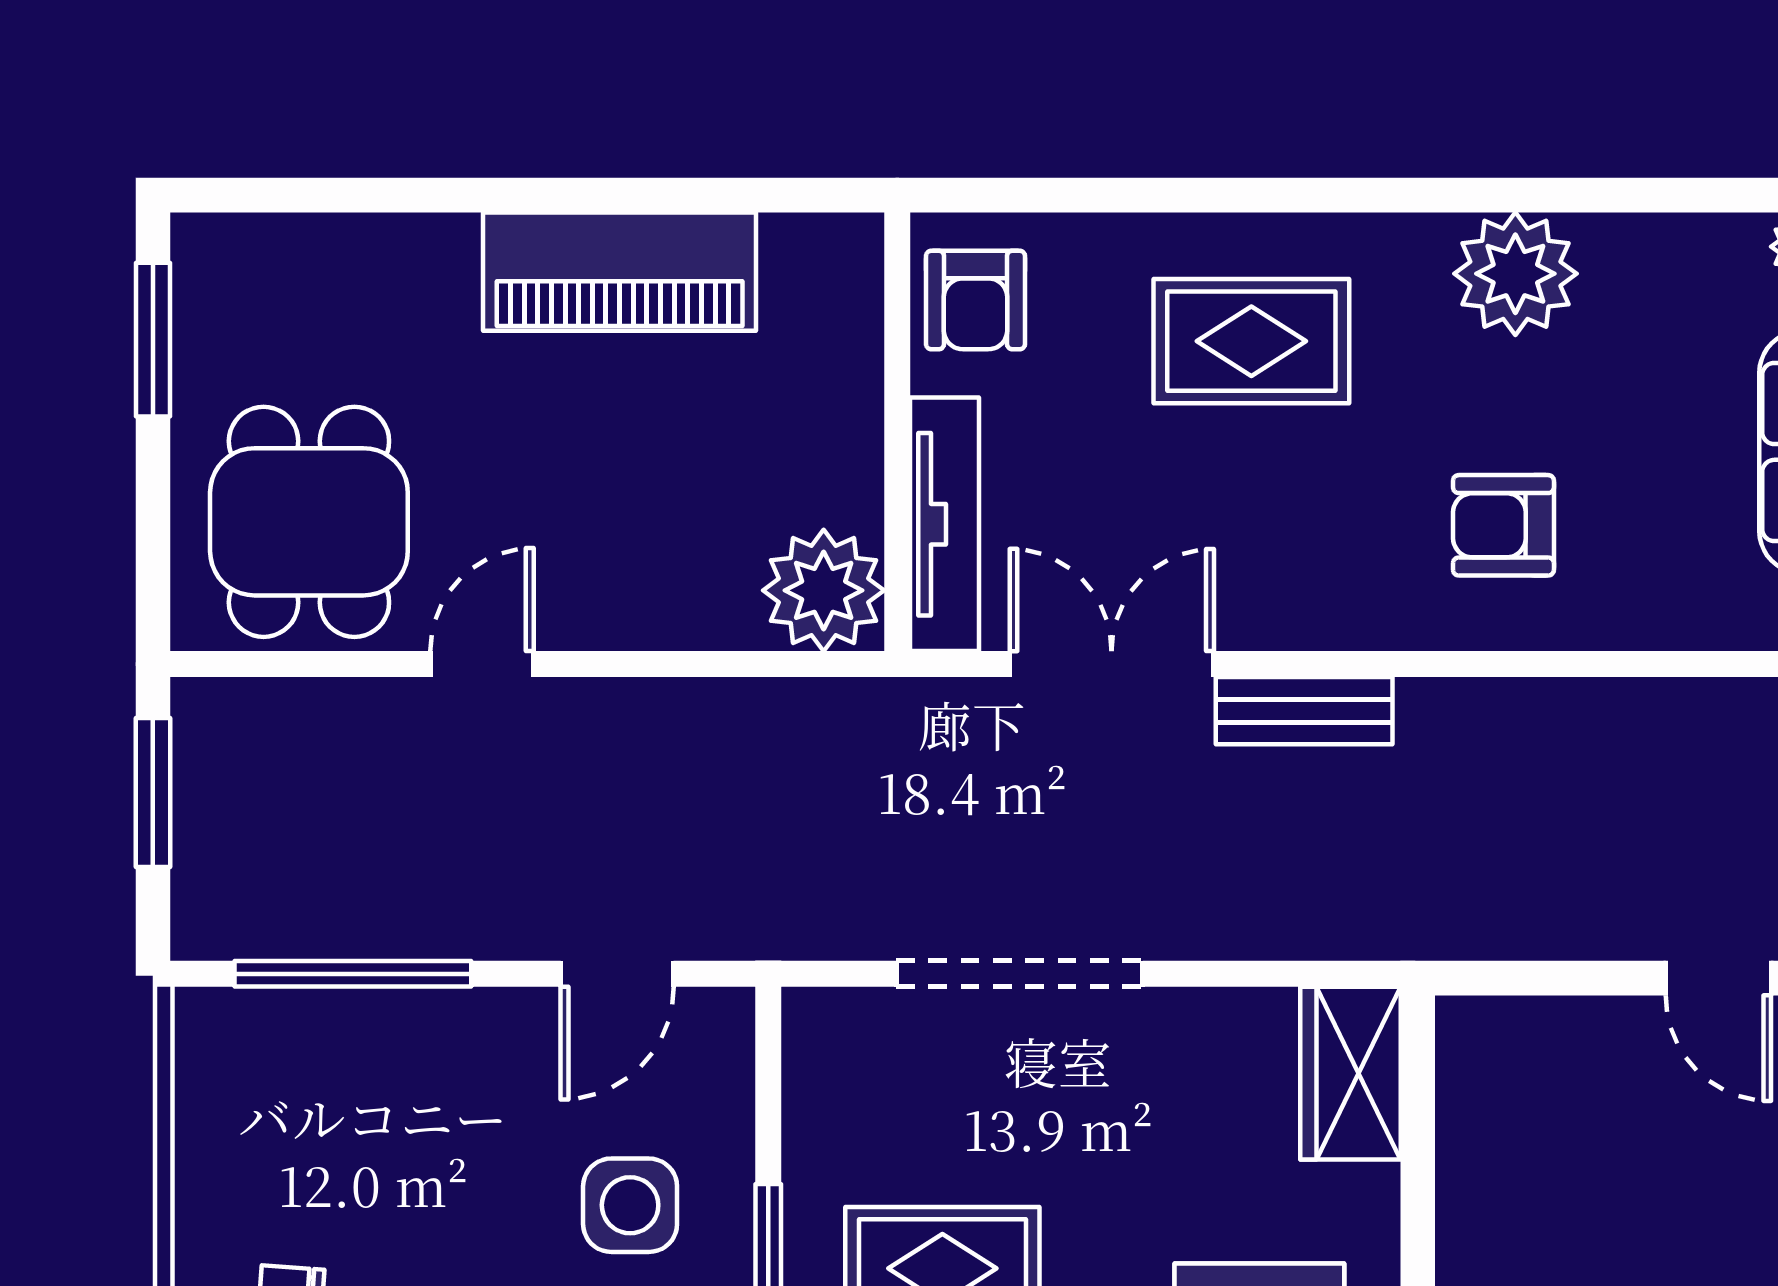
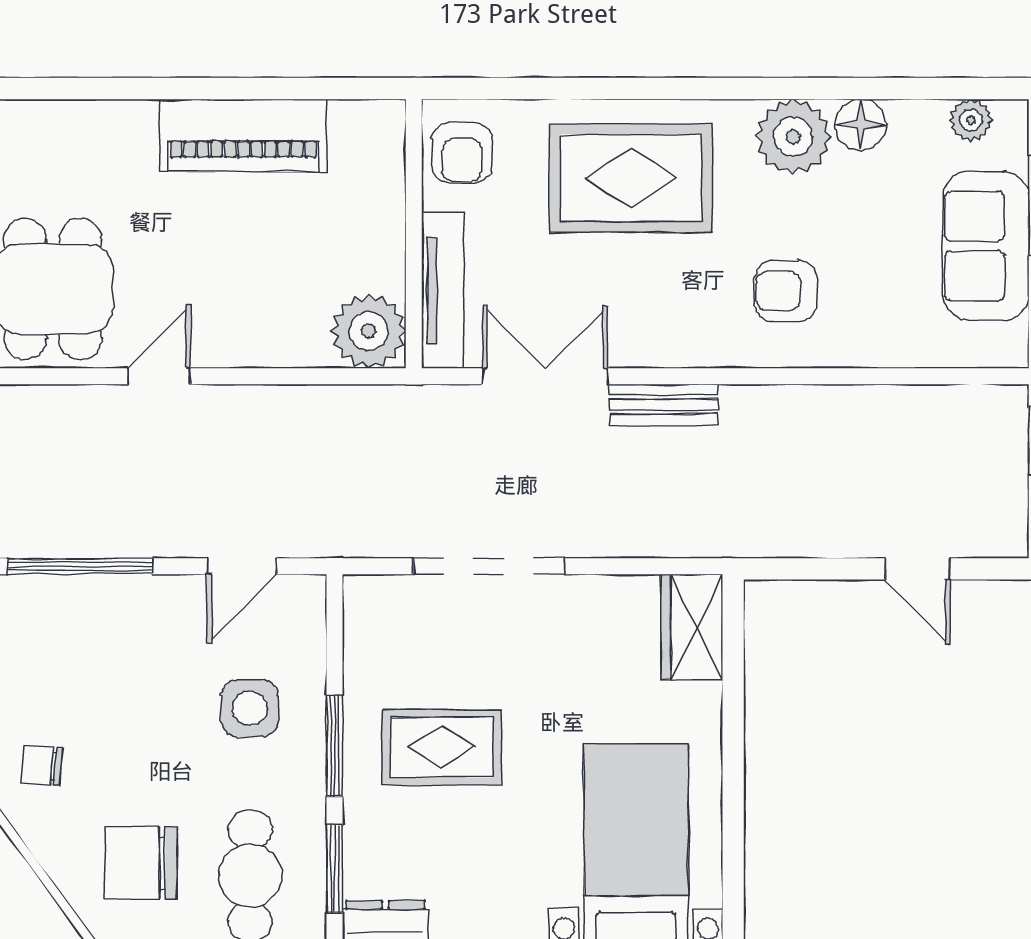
floor lamp: (1625, 254) -> (861, 125), added
rug: (1251, 341) -> (631, 178), width x1.36, depth x1.43

